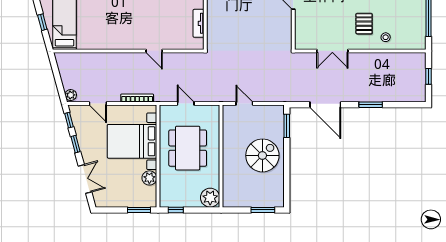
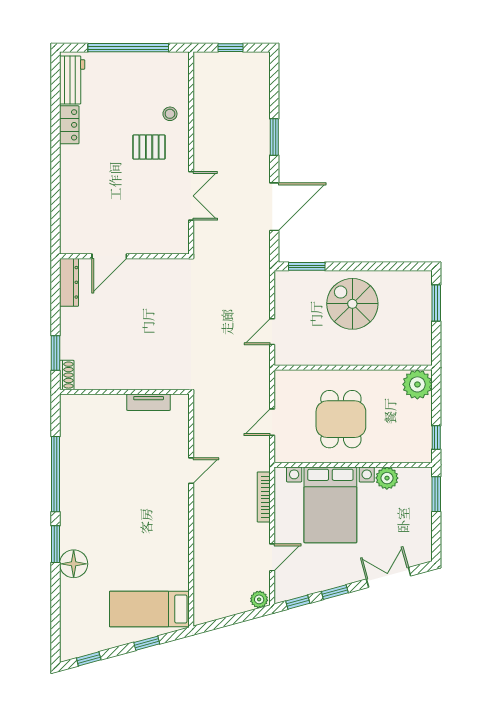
dining table: (188, 148) -> (341, 419), width x0.73

